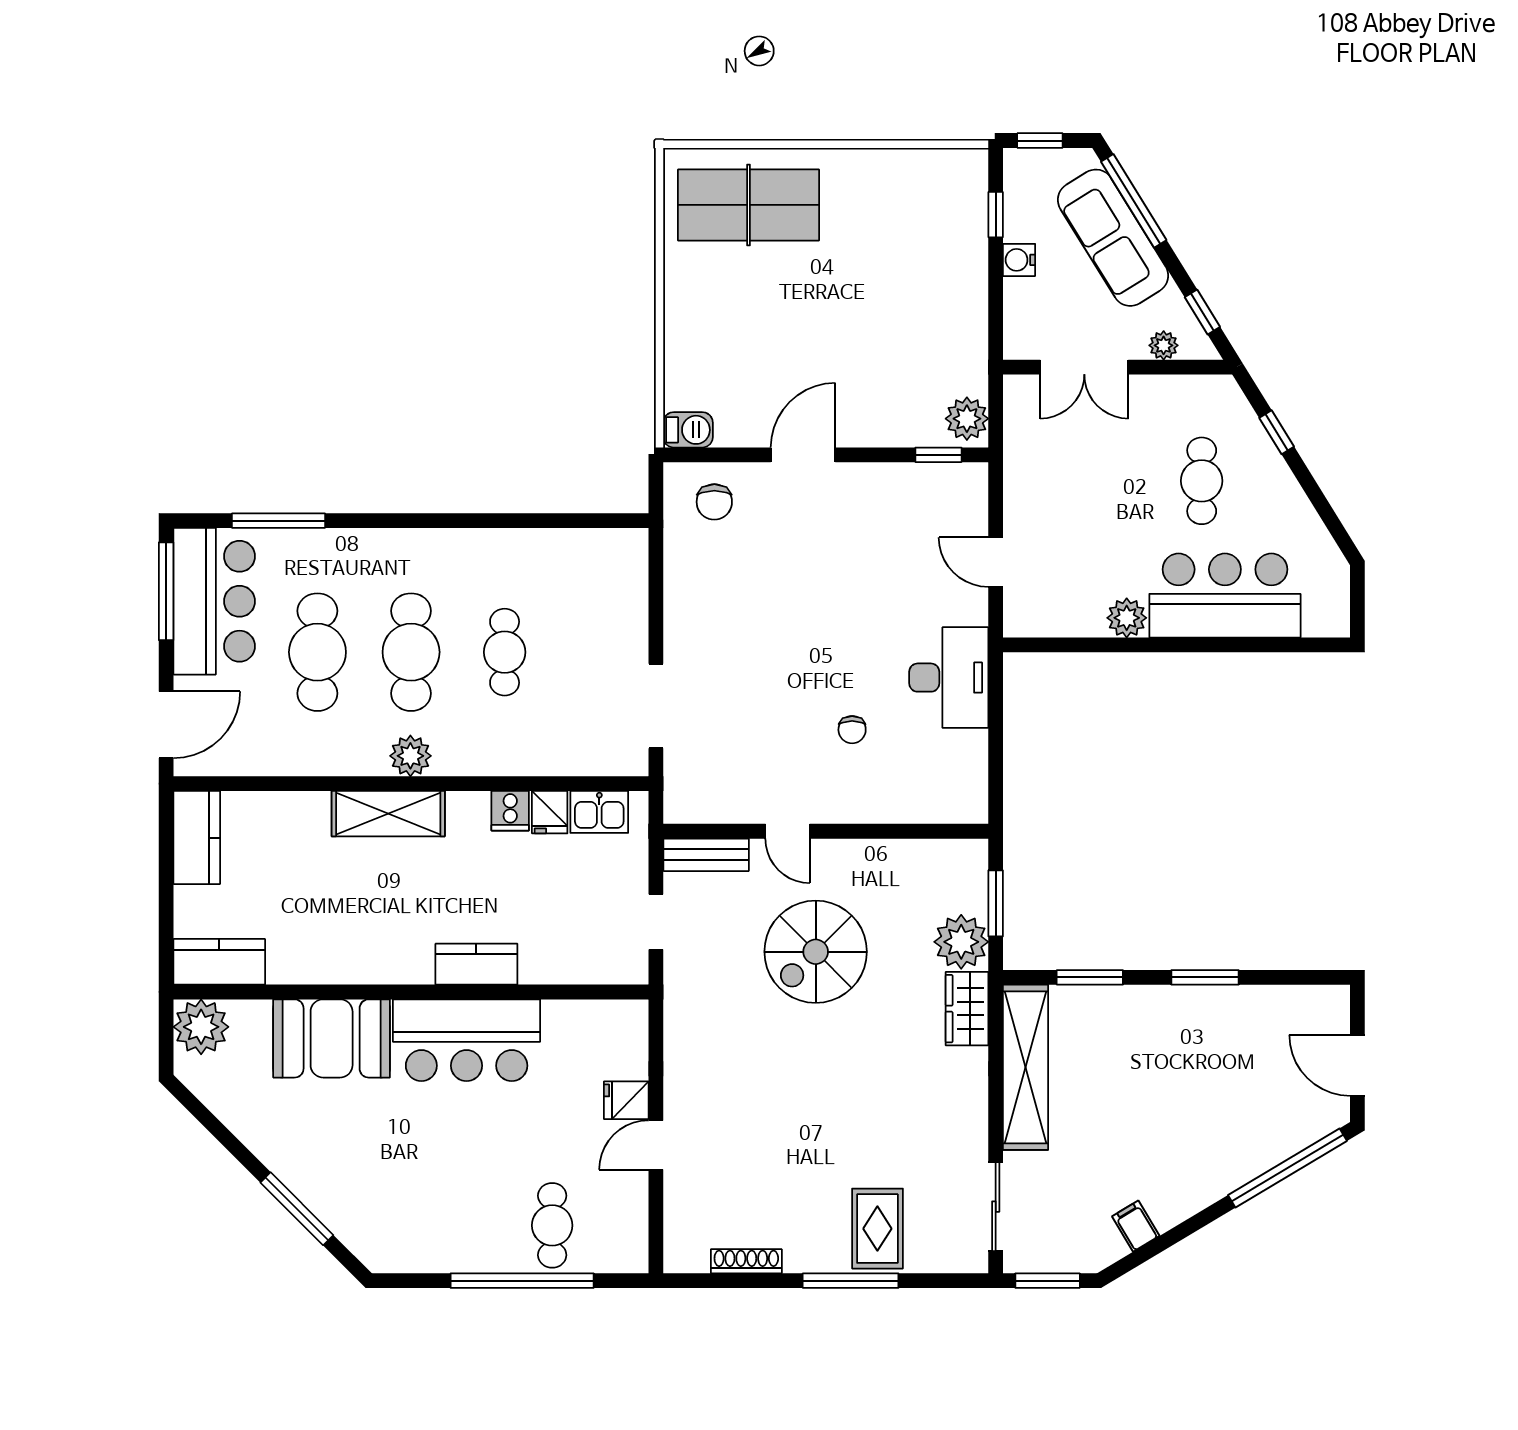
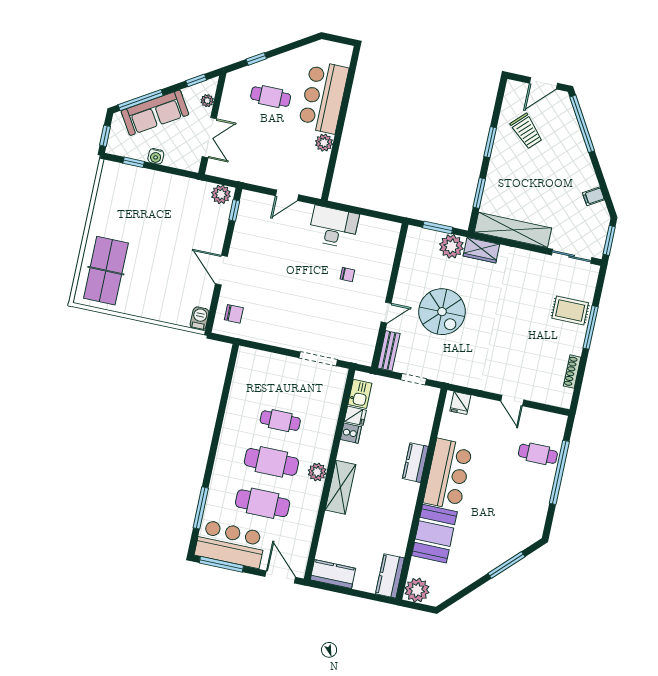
trolley: (1246, 1051) -> (527, 131), added
fridge: (626, 1100) -> (460, 403), moved

